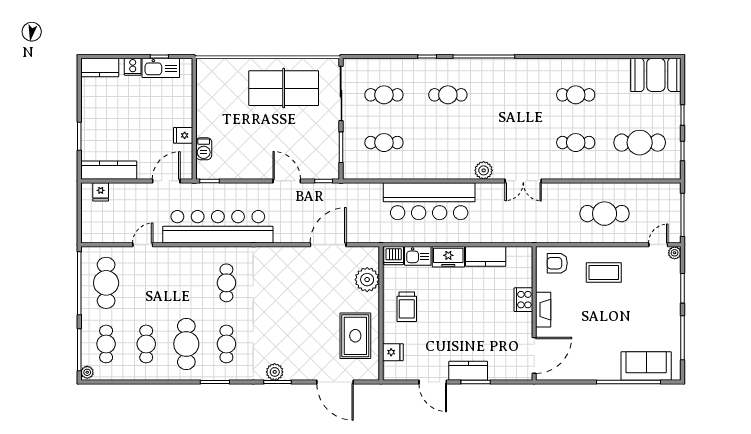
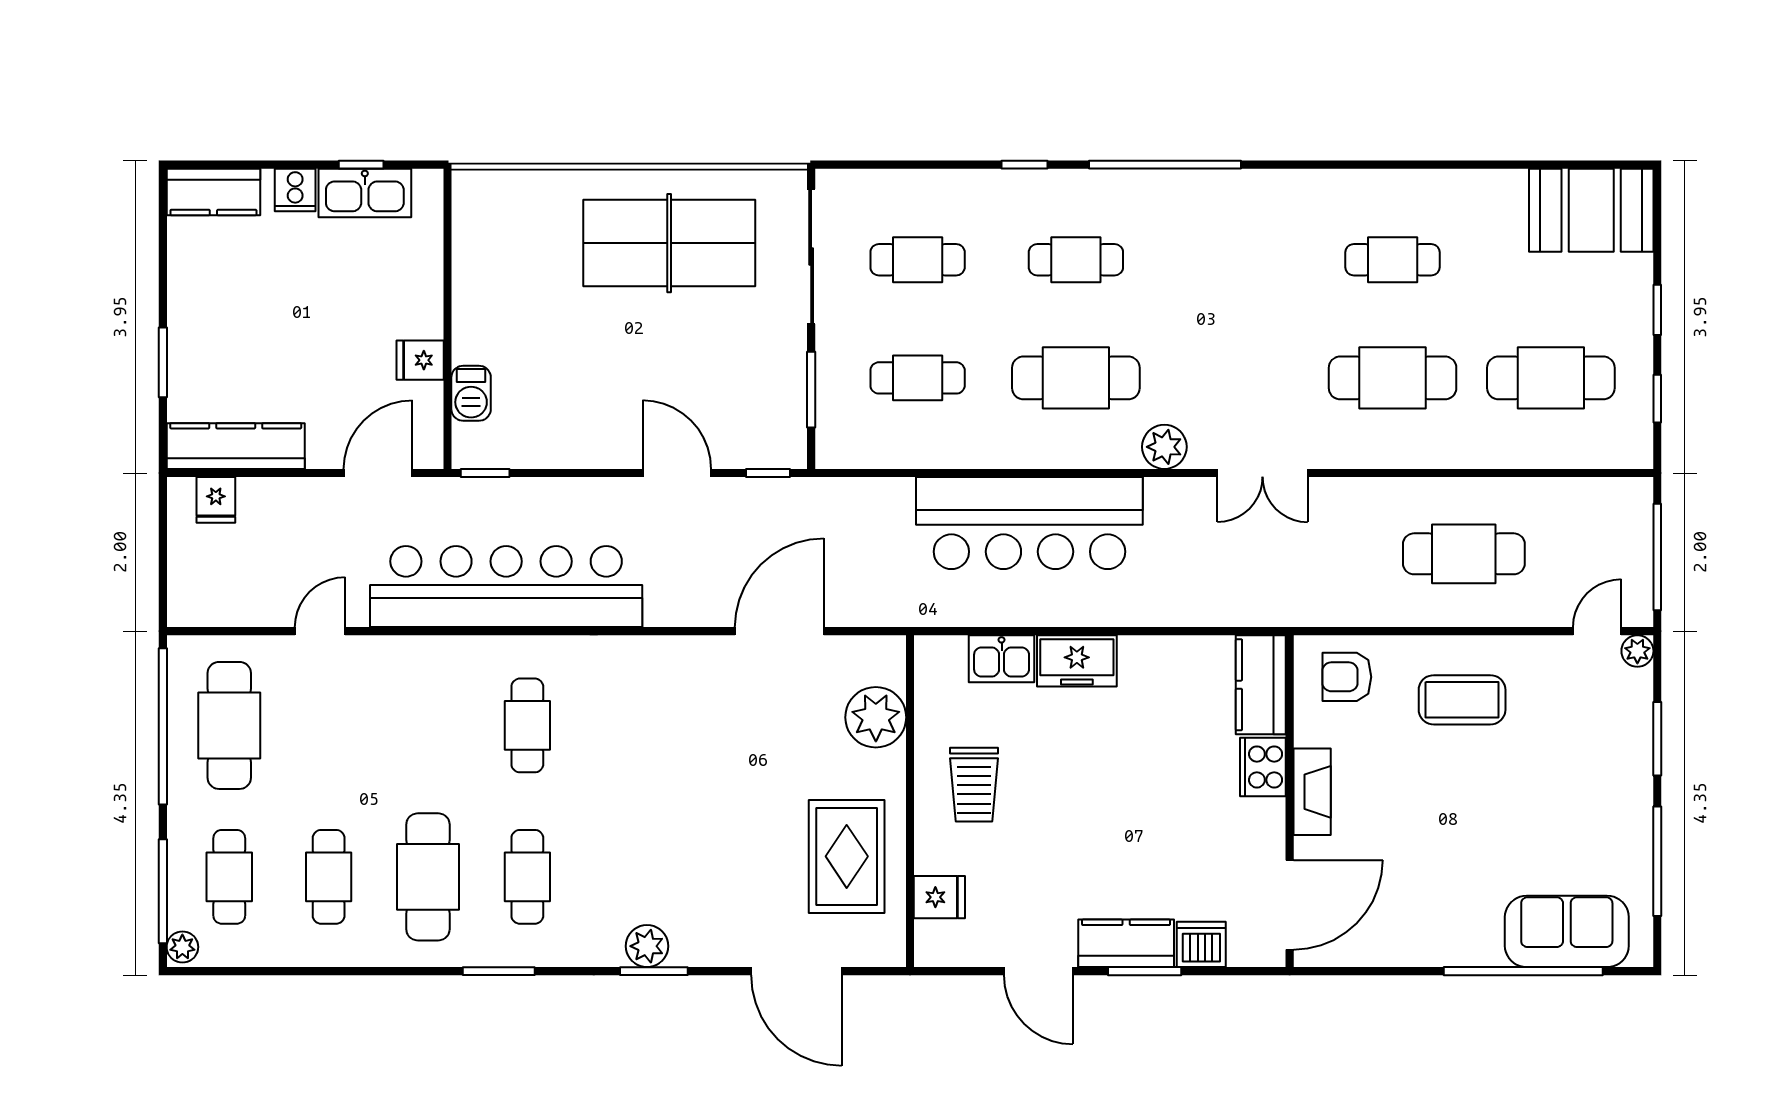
cafe table: (448, 143) -> (1076, 378), added
cafe table: (576, 143) -> (1393, 378), width x1.37, depth x1.35
dishwasher: (394, 256) -> (1201, 944), moved, turned 180
kitchen counter: (486, 256) -> (1261, 685), moved, turned 90

